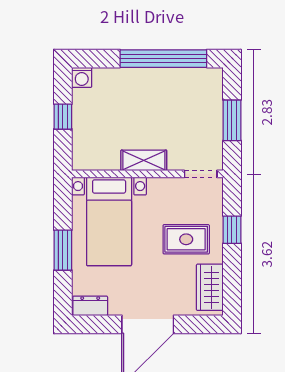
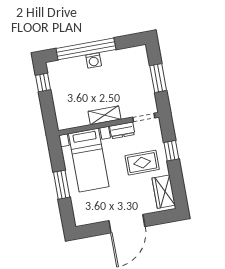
window: (163, 59) -> (86, 49), moved
washing machine: (82, 77) -> (94, 60), moved
window: (63, 117) -> (43, 83), moved
dresser: (90, 306) -> (122, 130), moved, turned 180

